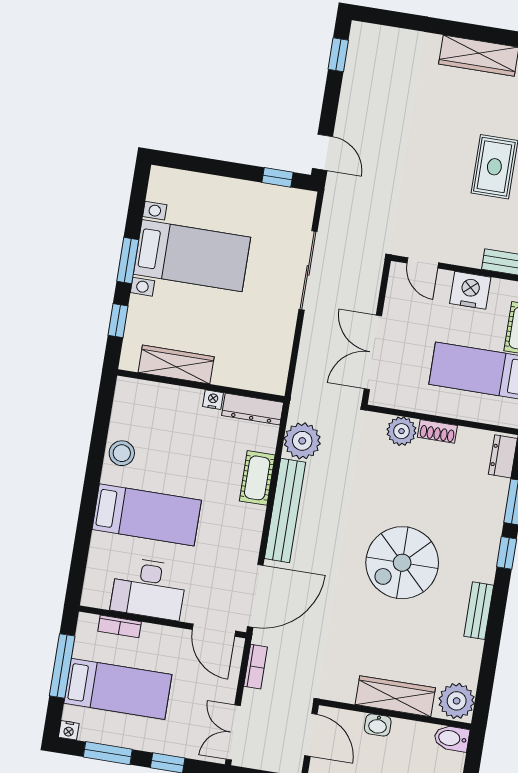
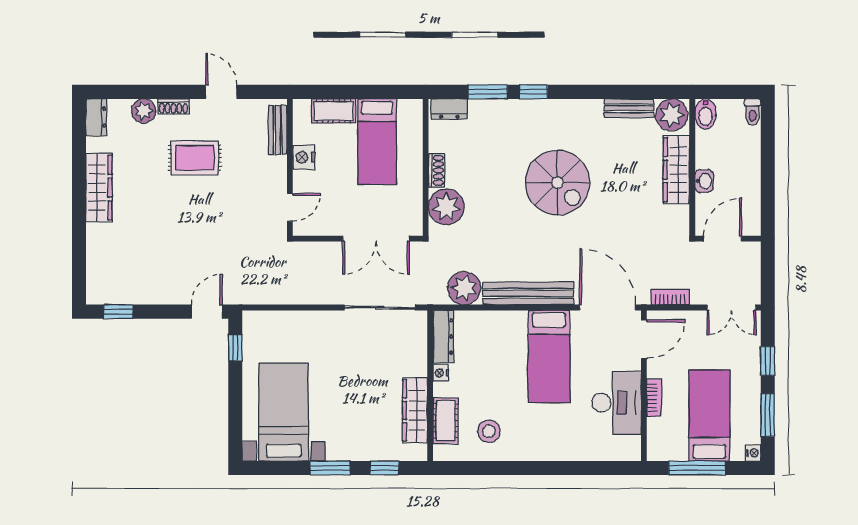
bed with nightstands: (192, 256) -> (284, 412), moved
sliding door: (308, 270) -> (380, 308), moved
nightstand: (470, 290) -> (304, 157), width x0.74, depth x0.75
plant: (401, 431) -> (446, 207), width x1.36, depth x1.36
stool: (122, 453) -> (489, 431), moved
cot: (257, 478) -> (445, 421), moved, turned 90
bed: (147, 515) -> (549, 356), moved, turned 180
bench: (479, 611) -> (629, 108), moved
bookcase: (120, 626) -> (654, 398), moved

